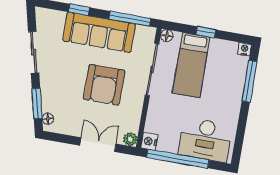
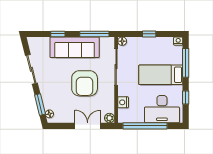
bed: (191, 65) -> (161, 75), moved, turned 90
window: (241, 129) -> (186, 97), added
nightstand: (149, 141) -> (123, 102), moved

